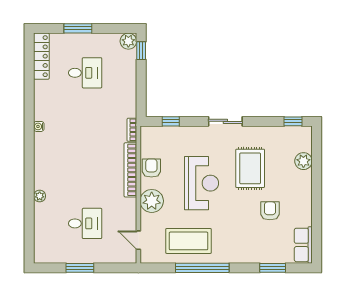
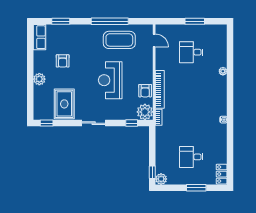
locker: (41, 56) -> (222, 174), width x0.66
plant: (303, 161) -> (39, 79), moved
rug: (250, 168) -> (64, 104), moved
plant: (152, 201) -> (145, 112), moved

